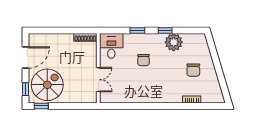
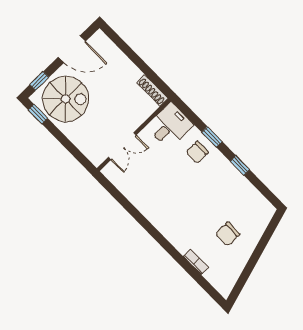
plant: (174, 42) -> (236, 186), removed
chair: (144, 60) -> (197, 152), moved

